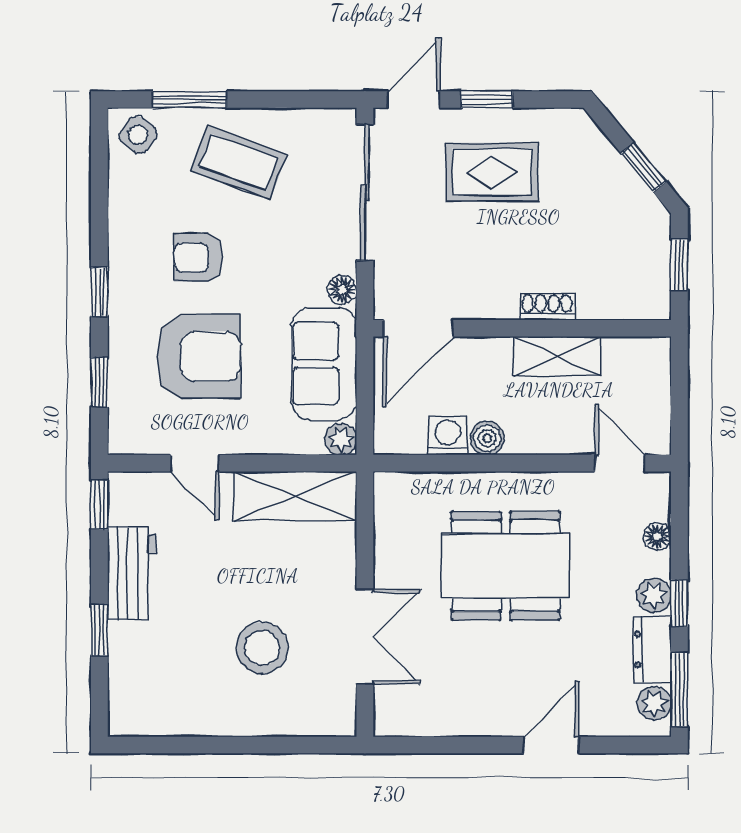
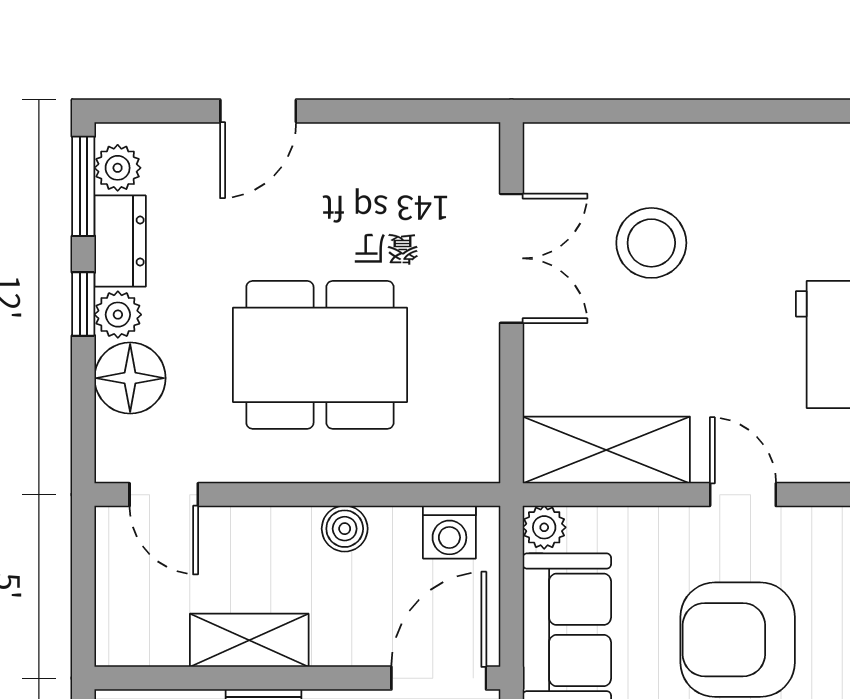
washing machine: (448, 436) -> (449, 532), moved
floor lamp: (657, 536) -> (130, 378), width x1.89, depth x1.89
double door: (365, 637) -> (511, 258), swing flipped

